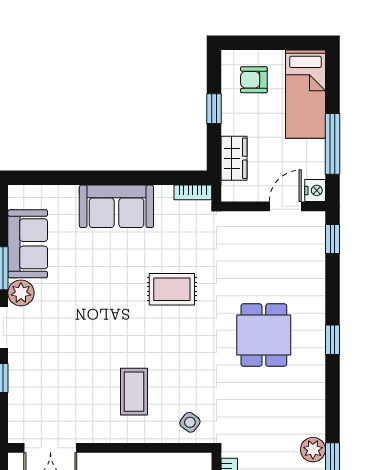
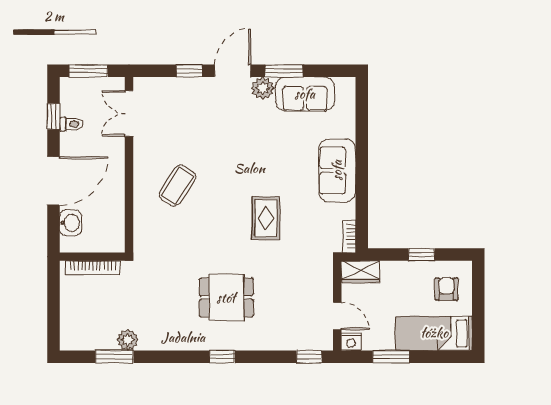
window: (332, 144) -> (391, 357), width x0.69
wardrobe: (234, 158) -> (360, 272), moved
coffee table: (134, 392) -> (177, 186), turned -57
side table: (190, 422) -> (151, 234), removed

